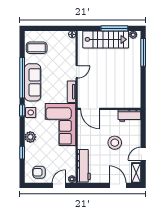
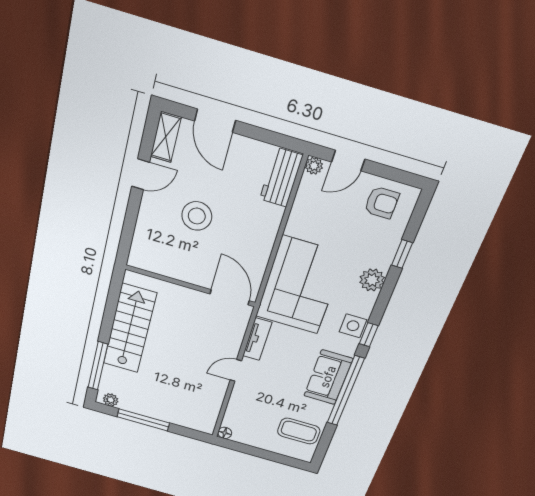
stairs: (106, 39) -> (130, 329), moved, turned 90
sofa: (33, 82) -> (328, 377), width x0.73
workbench: (129, 116) -> (152, 261), removed
workbench: (84, 166) -> (281, 177), width x0.73

